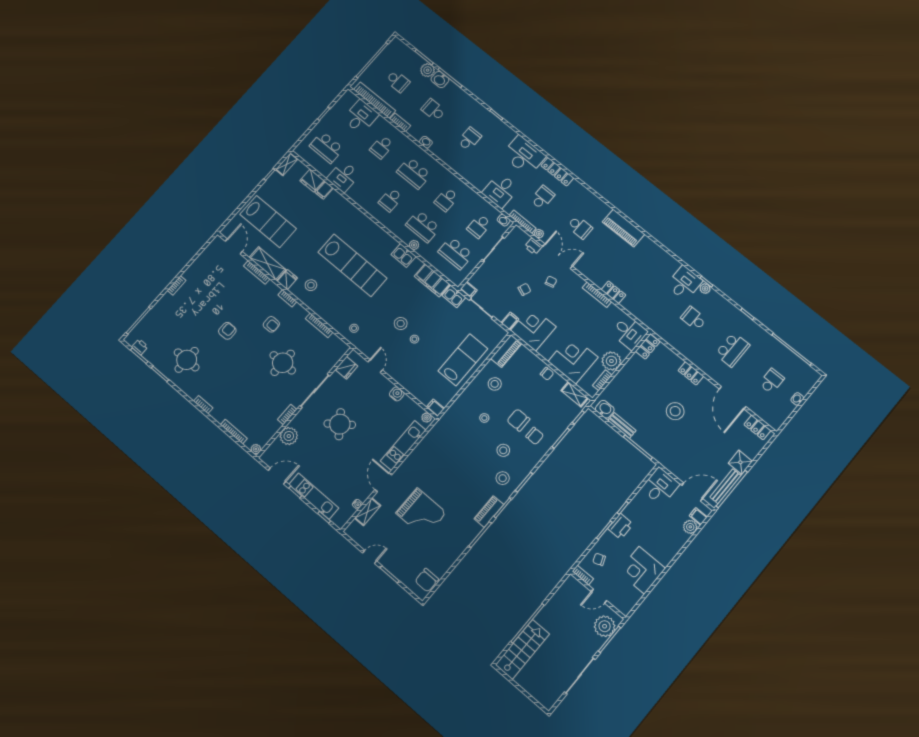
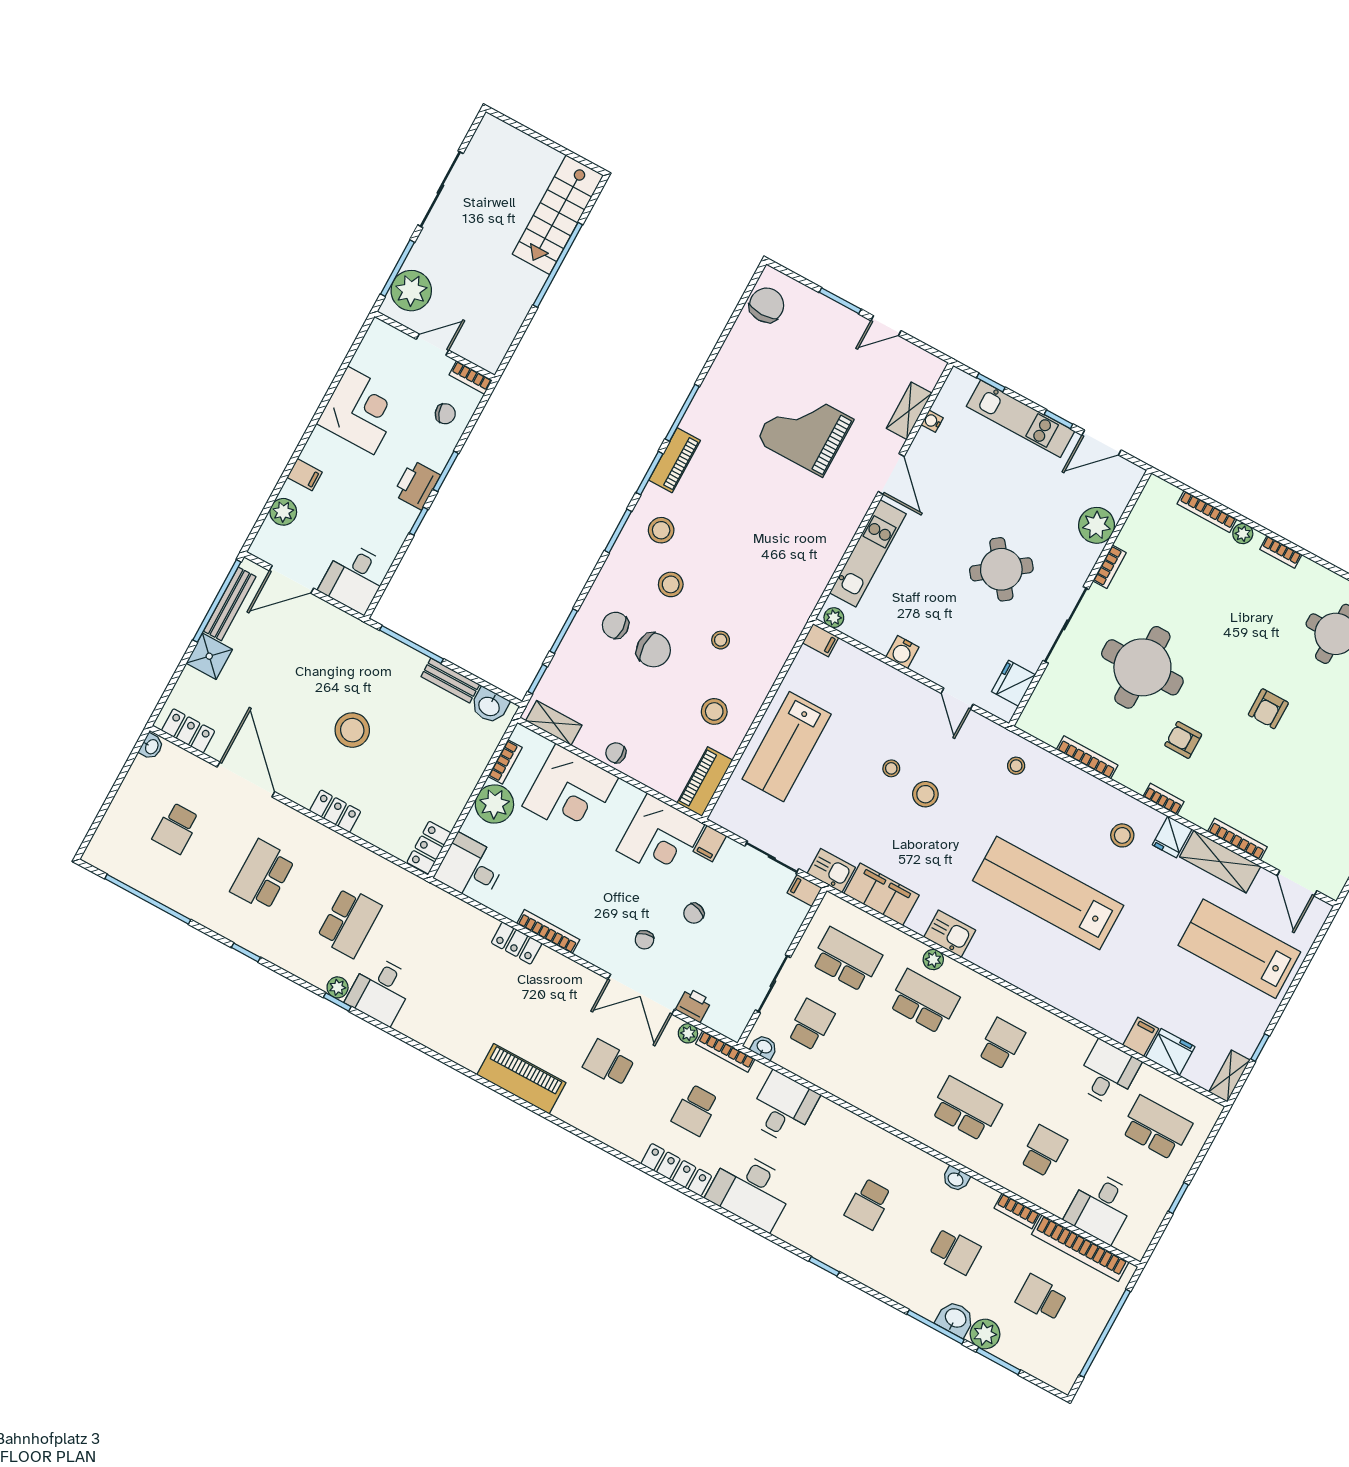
school desk: (446, 200) -> (888, 1067), removed
school desk: (694, 319) -> (349, 922), width x1.85
round table: (283, 363) -> (1142, 667), width x1.36, depth x1.36
washbasin: (797, 399) -> (151, 746), moved
plant: (256, 449) -> (1243, 534), moved
filing cabinet: (698, 516) -> (305, 475), moved

